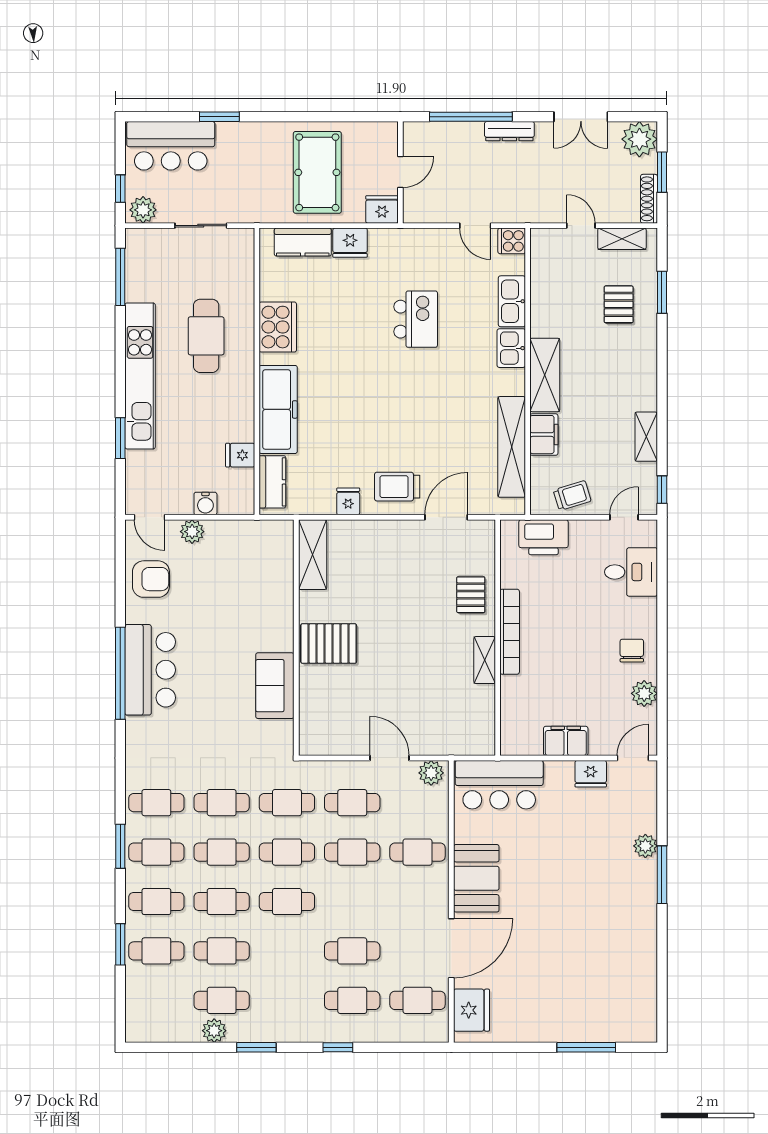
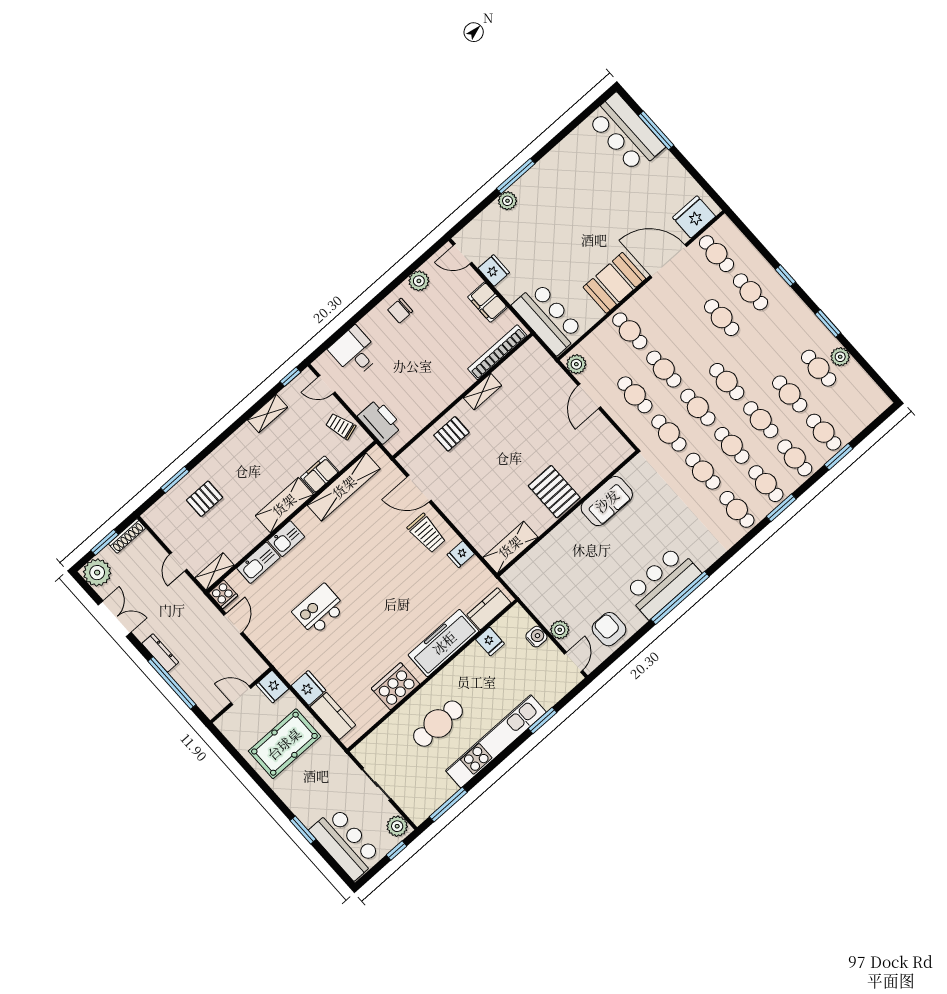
shelving: (622, 239) -> (215, 571), moved, turned 90
bookcase: (510, 632) -> (497, 352), moved
bar counter: (610, 1016) -> (626, 133), added

